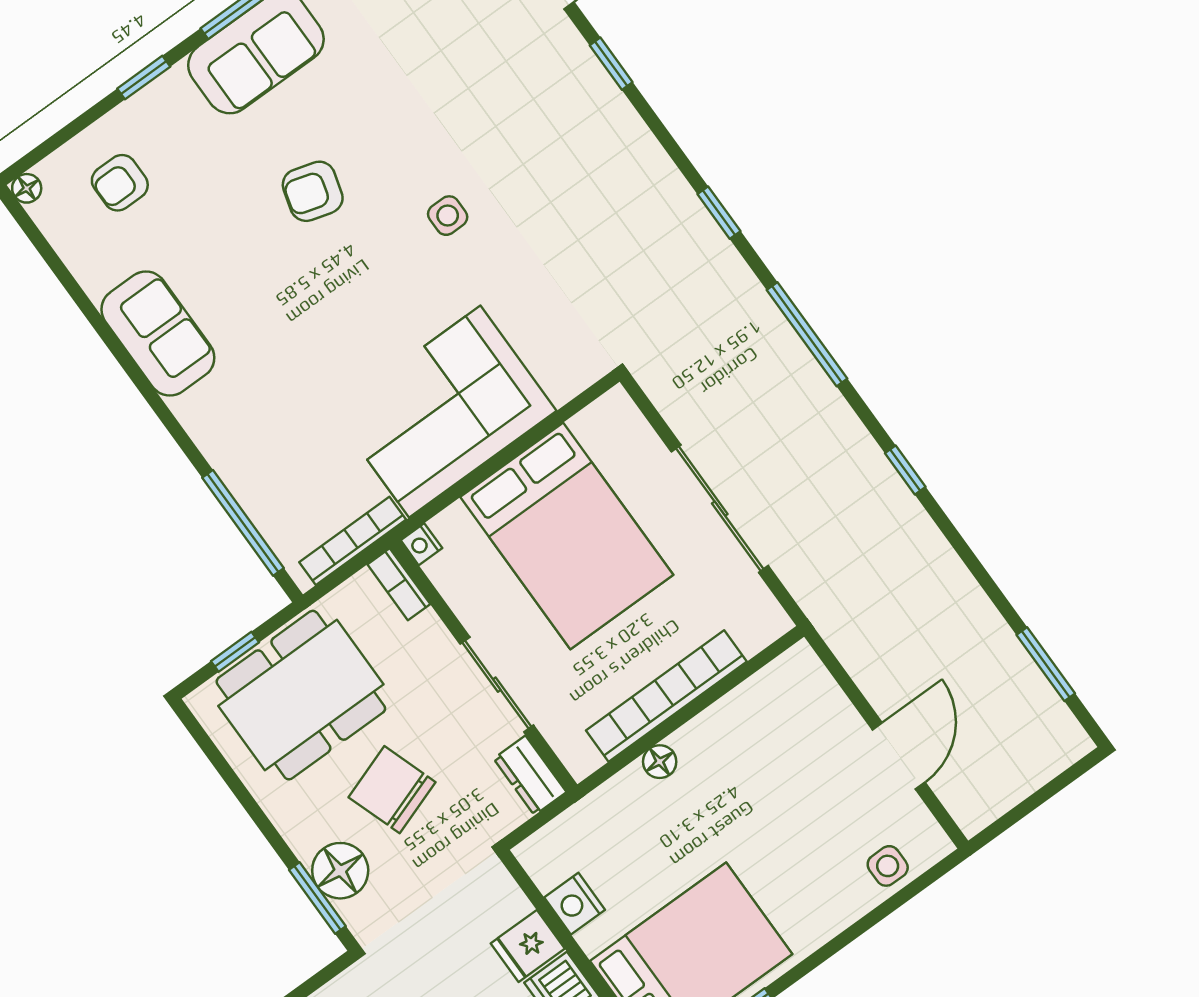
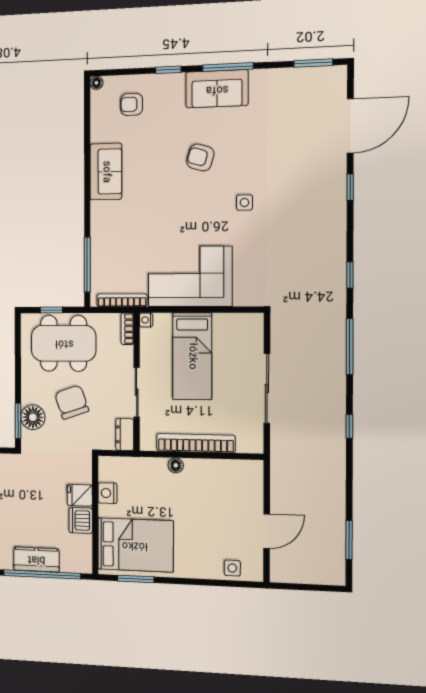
bed: (567, 536) -> (192, 356), width x0.67

